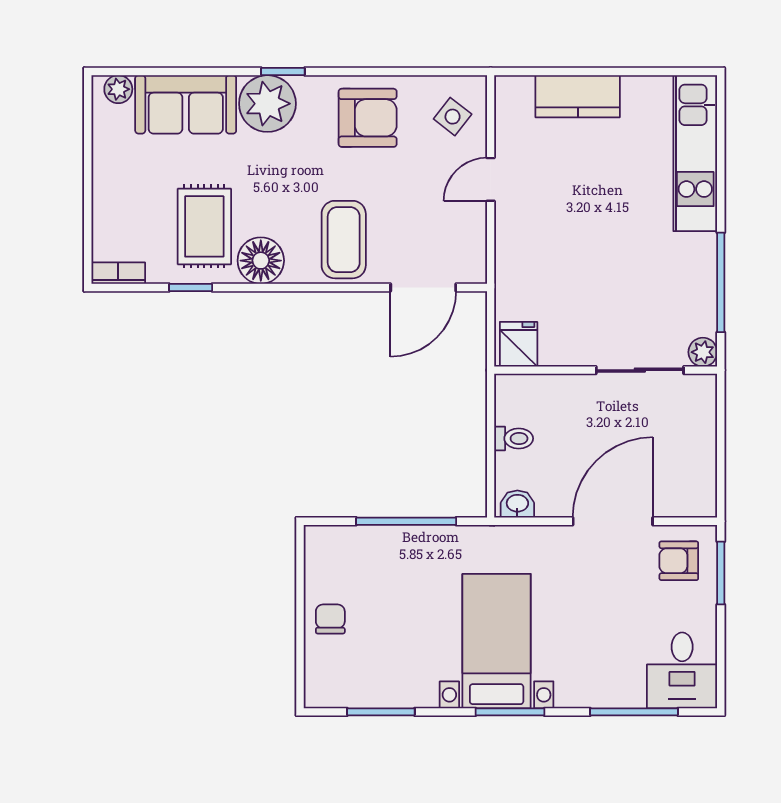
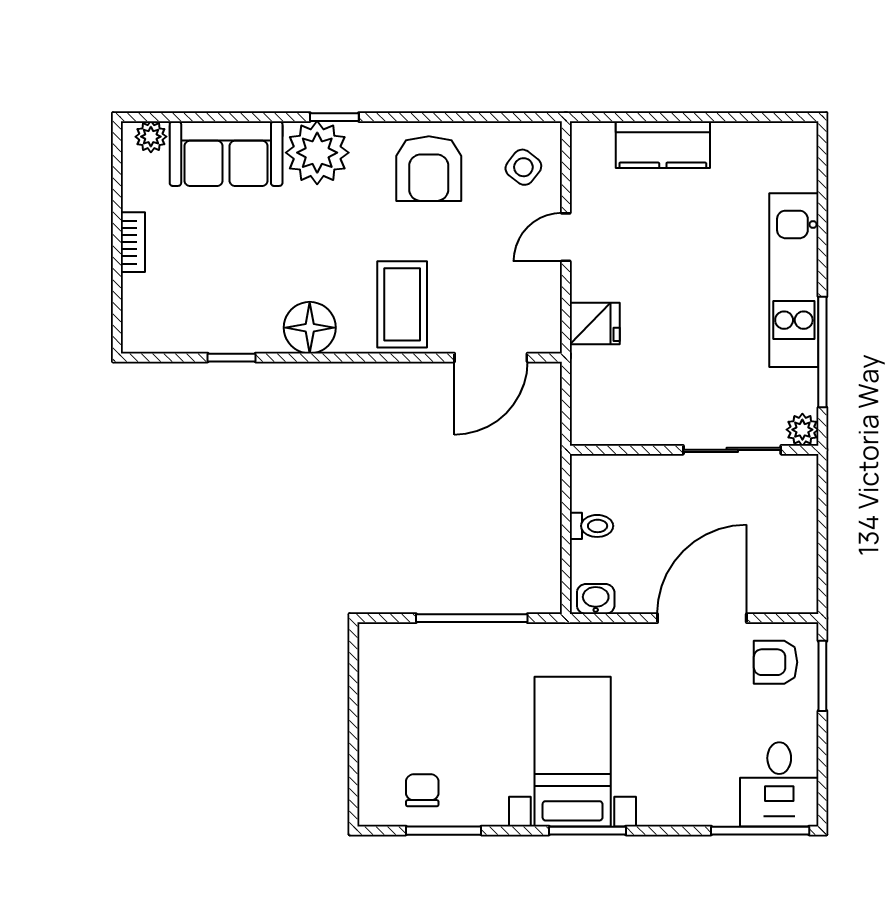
armchair: (368, 118) -> (429, 169), turned 90
kitchen unit: (695, 153) -> (794, 280), moved
rug: (204, 226) -> (247, 290), removed
bookcase: (118, 273) -> (133, 242), moved, turned 90
fridge: (519, 344) -> (595, 324), moved, turned 90
chair: (330, 619) -> (422, 790), moved
window: (634, 712) -> (760, 831), moved

